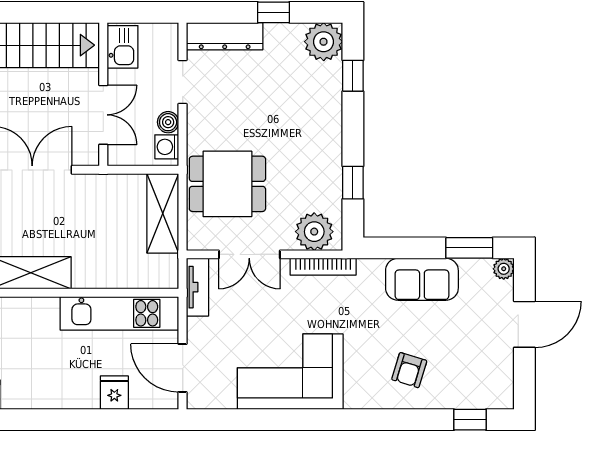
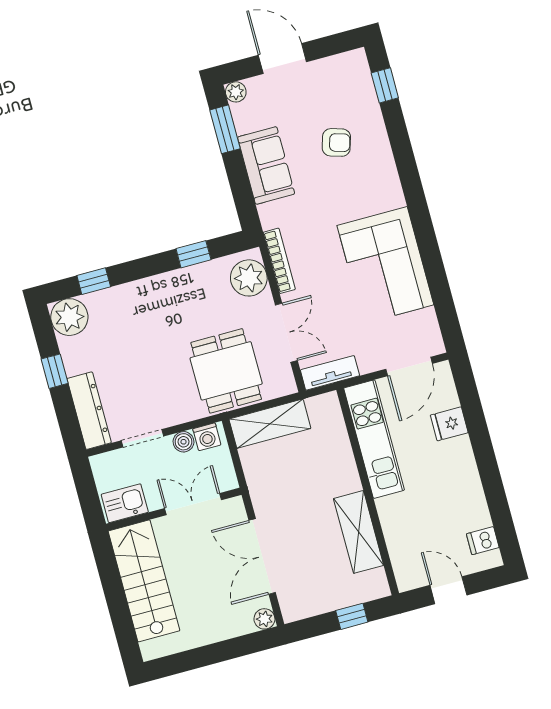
armchair: (409, 370) -> (336, 142), moved

